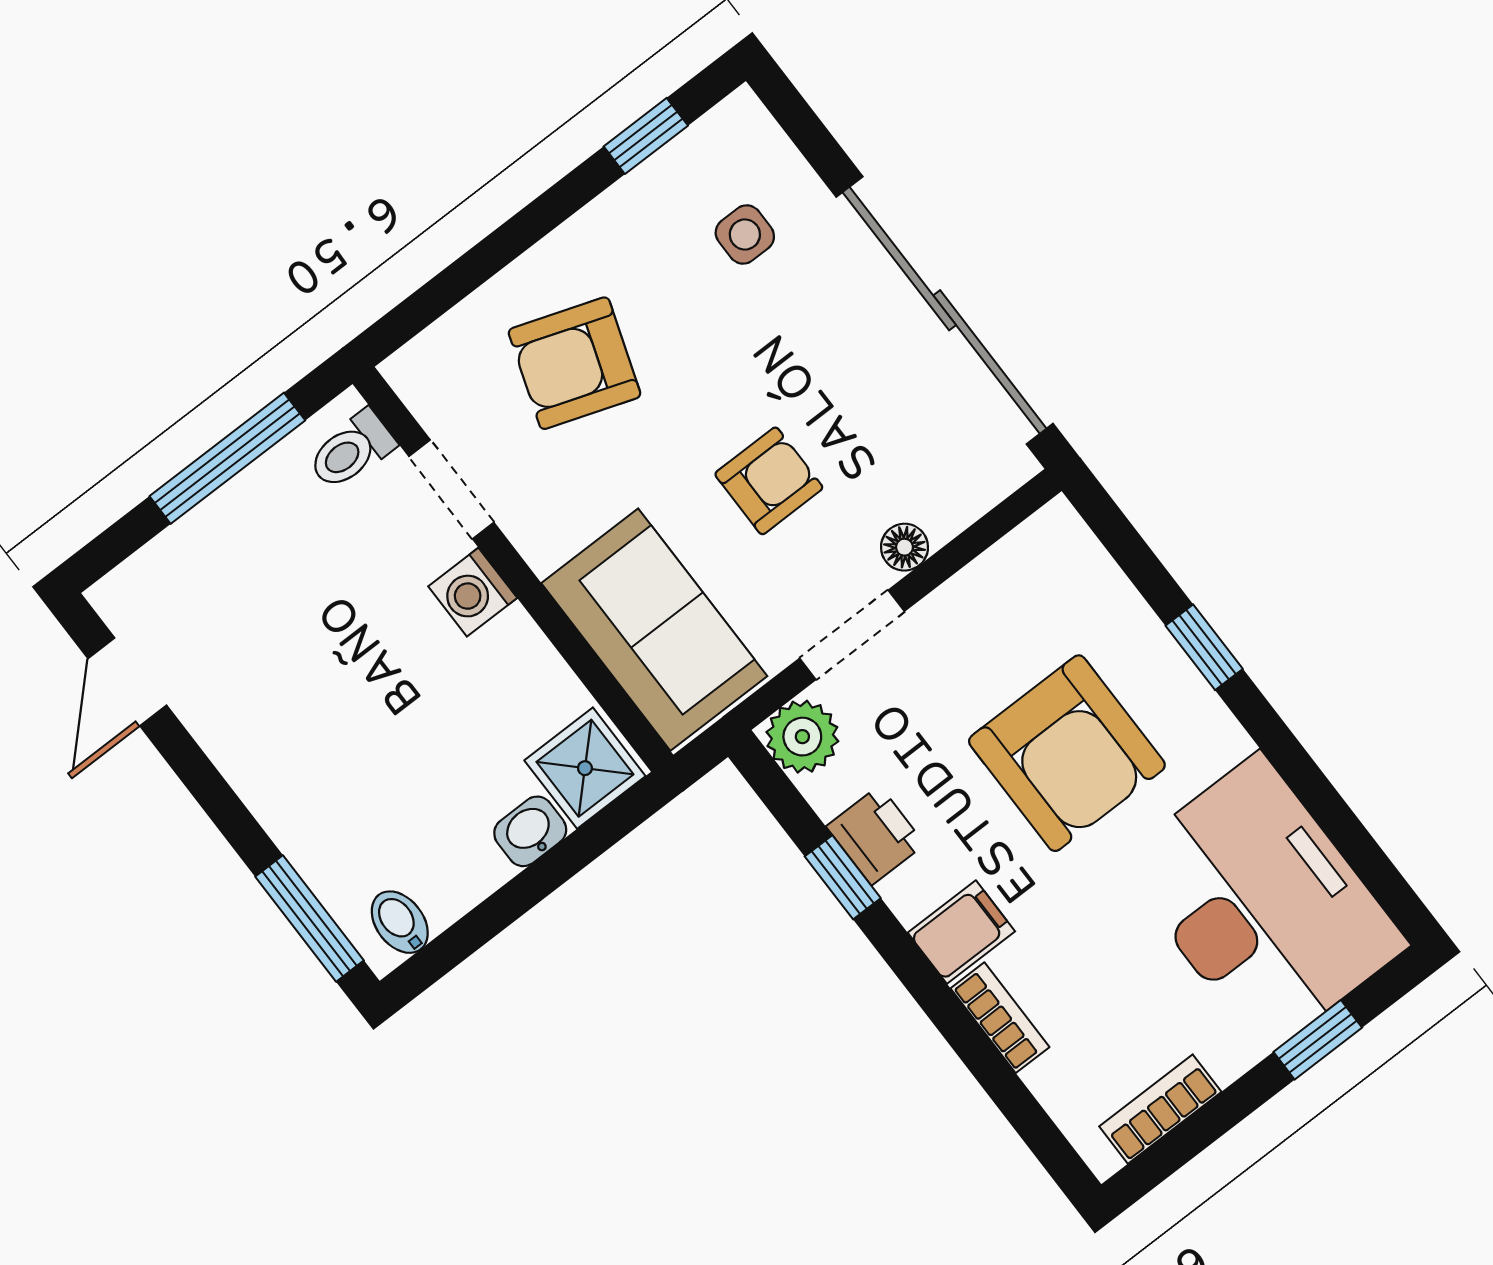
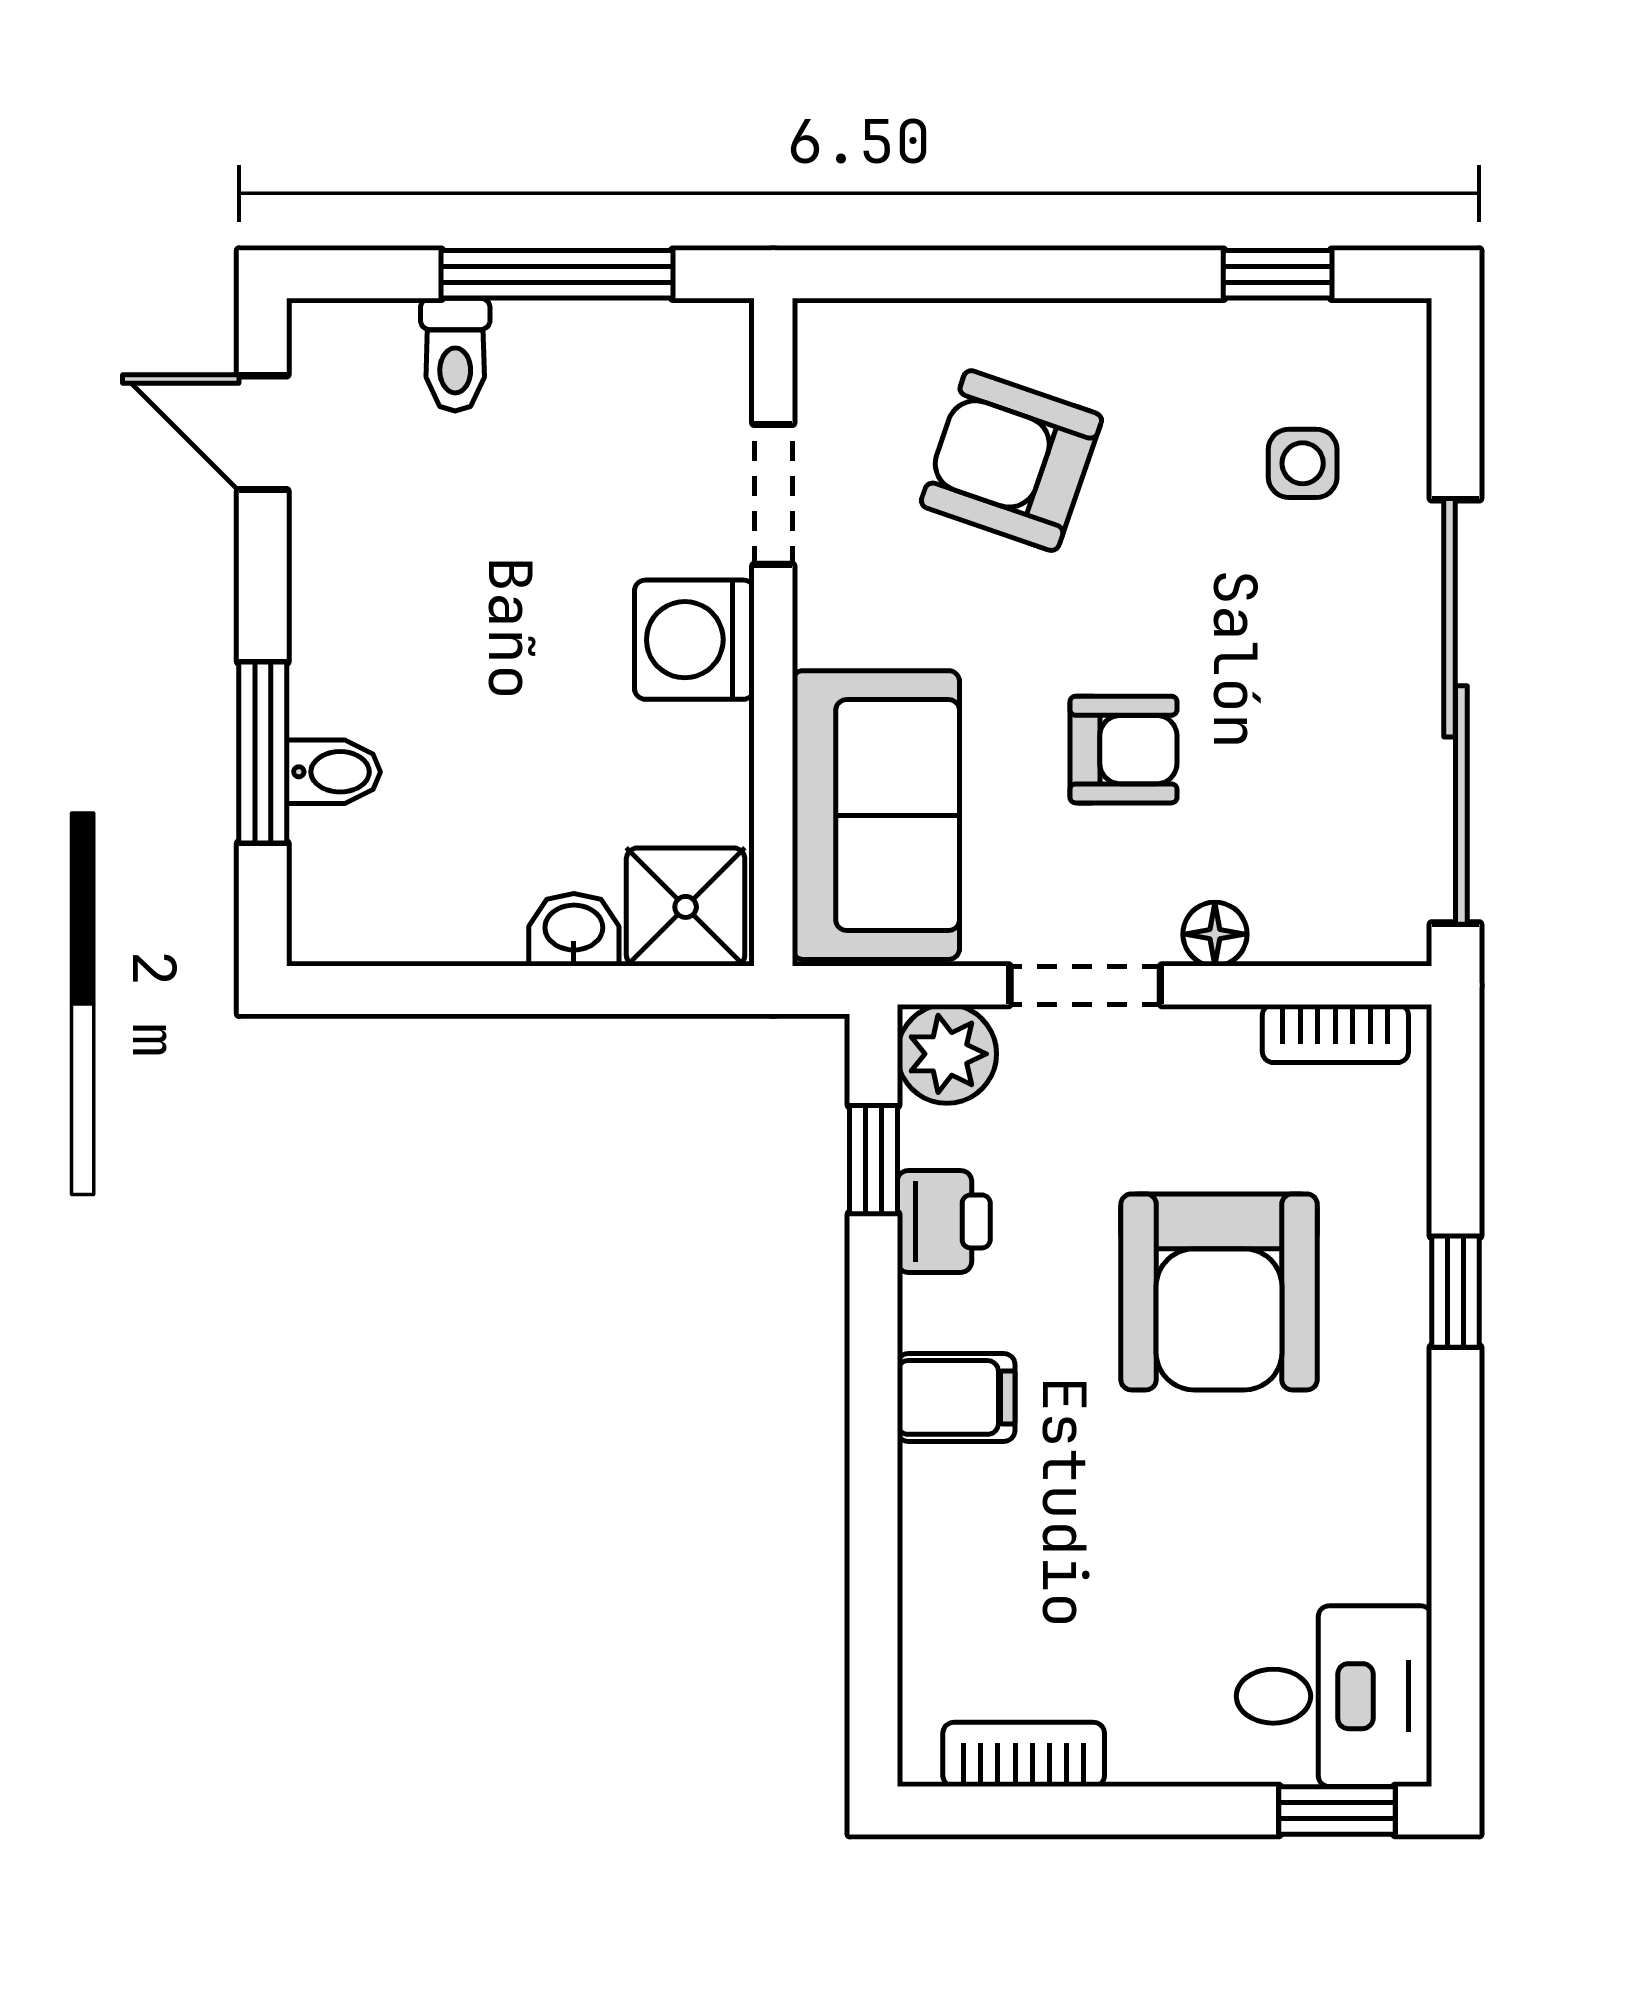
toilet: (351, 450) -> (455, 355), moved, turned -90
washing machine: (473, 592) -> (694, 640), width x1.38, depth x1.38
door: (127, 682) -> (263, 433), hinge flipped
window: (843, 877) -> (873, 1160), moved
desk: (1262, 904) -> (1334, 1696), width x0.53, depth x0.77
window: (310, 919) -> (263, 753), moved
bidet: (400, 922) -> (334, 772), moved, turned 90
bookcase: (1000, 1018) -> (1335, 1033), moved, turned 90
window: (1318, 1040) -> (1337, 1811), moved

